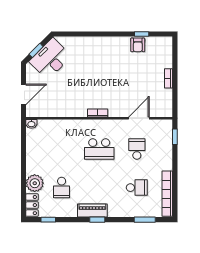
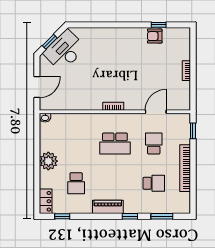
armchair: (138, 45) -> (155, 36), turned 90
plant: (35, 183) -> (48, 161), moved
bookcase: (167, 194) -> (185, 168), moved
window: (97, 220) -> (130, 216), moved

